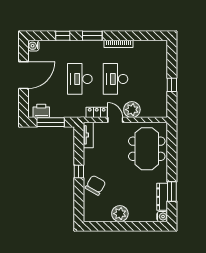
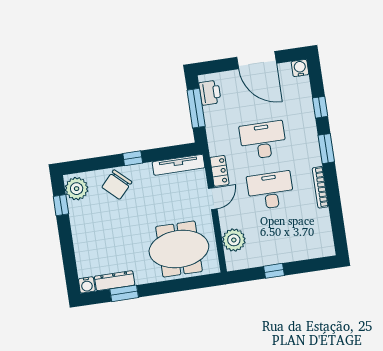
plant: (132, 110) -> (234, 240), moved
tv unit: (88, 135) -> (179, 165), width x1.41
chair: (96, 185) -> (117, 185), turned 103
plant: (120, 214) -> (77, 189), moved
window: (104, 226) -> (61, 205), added

